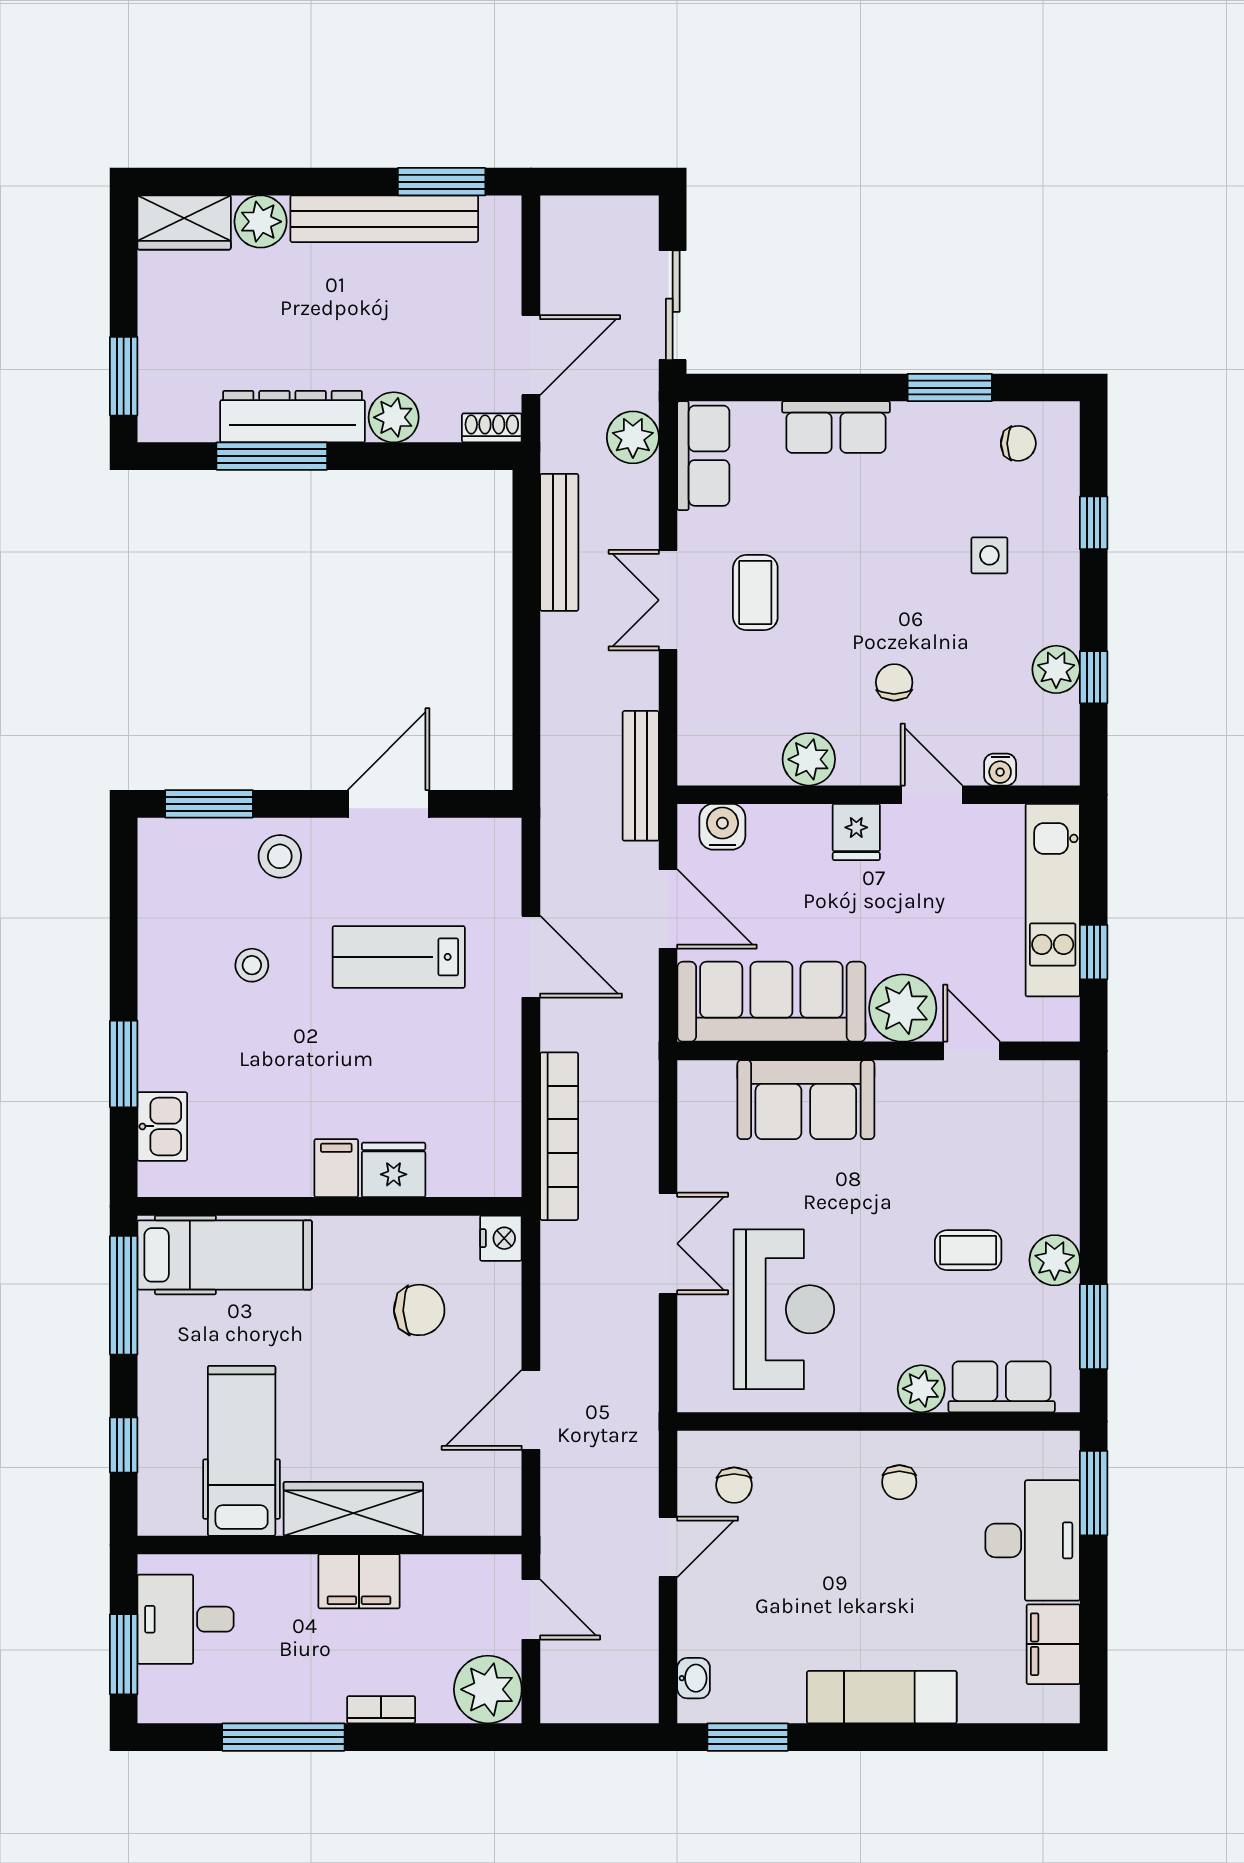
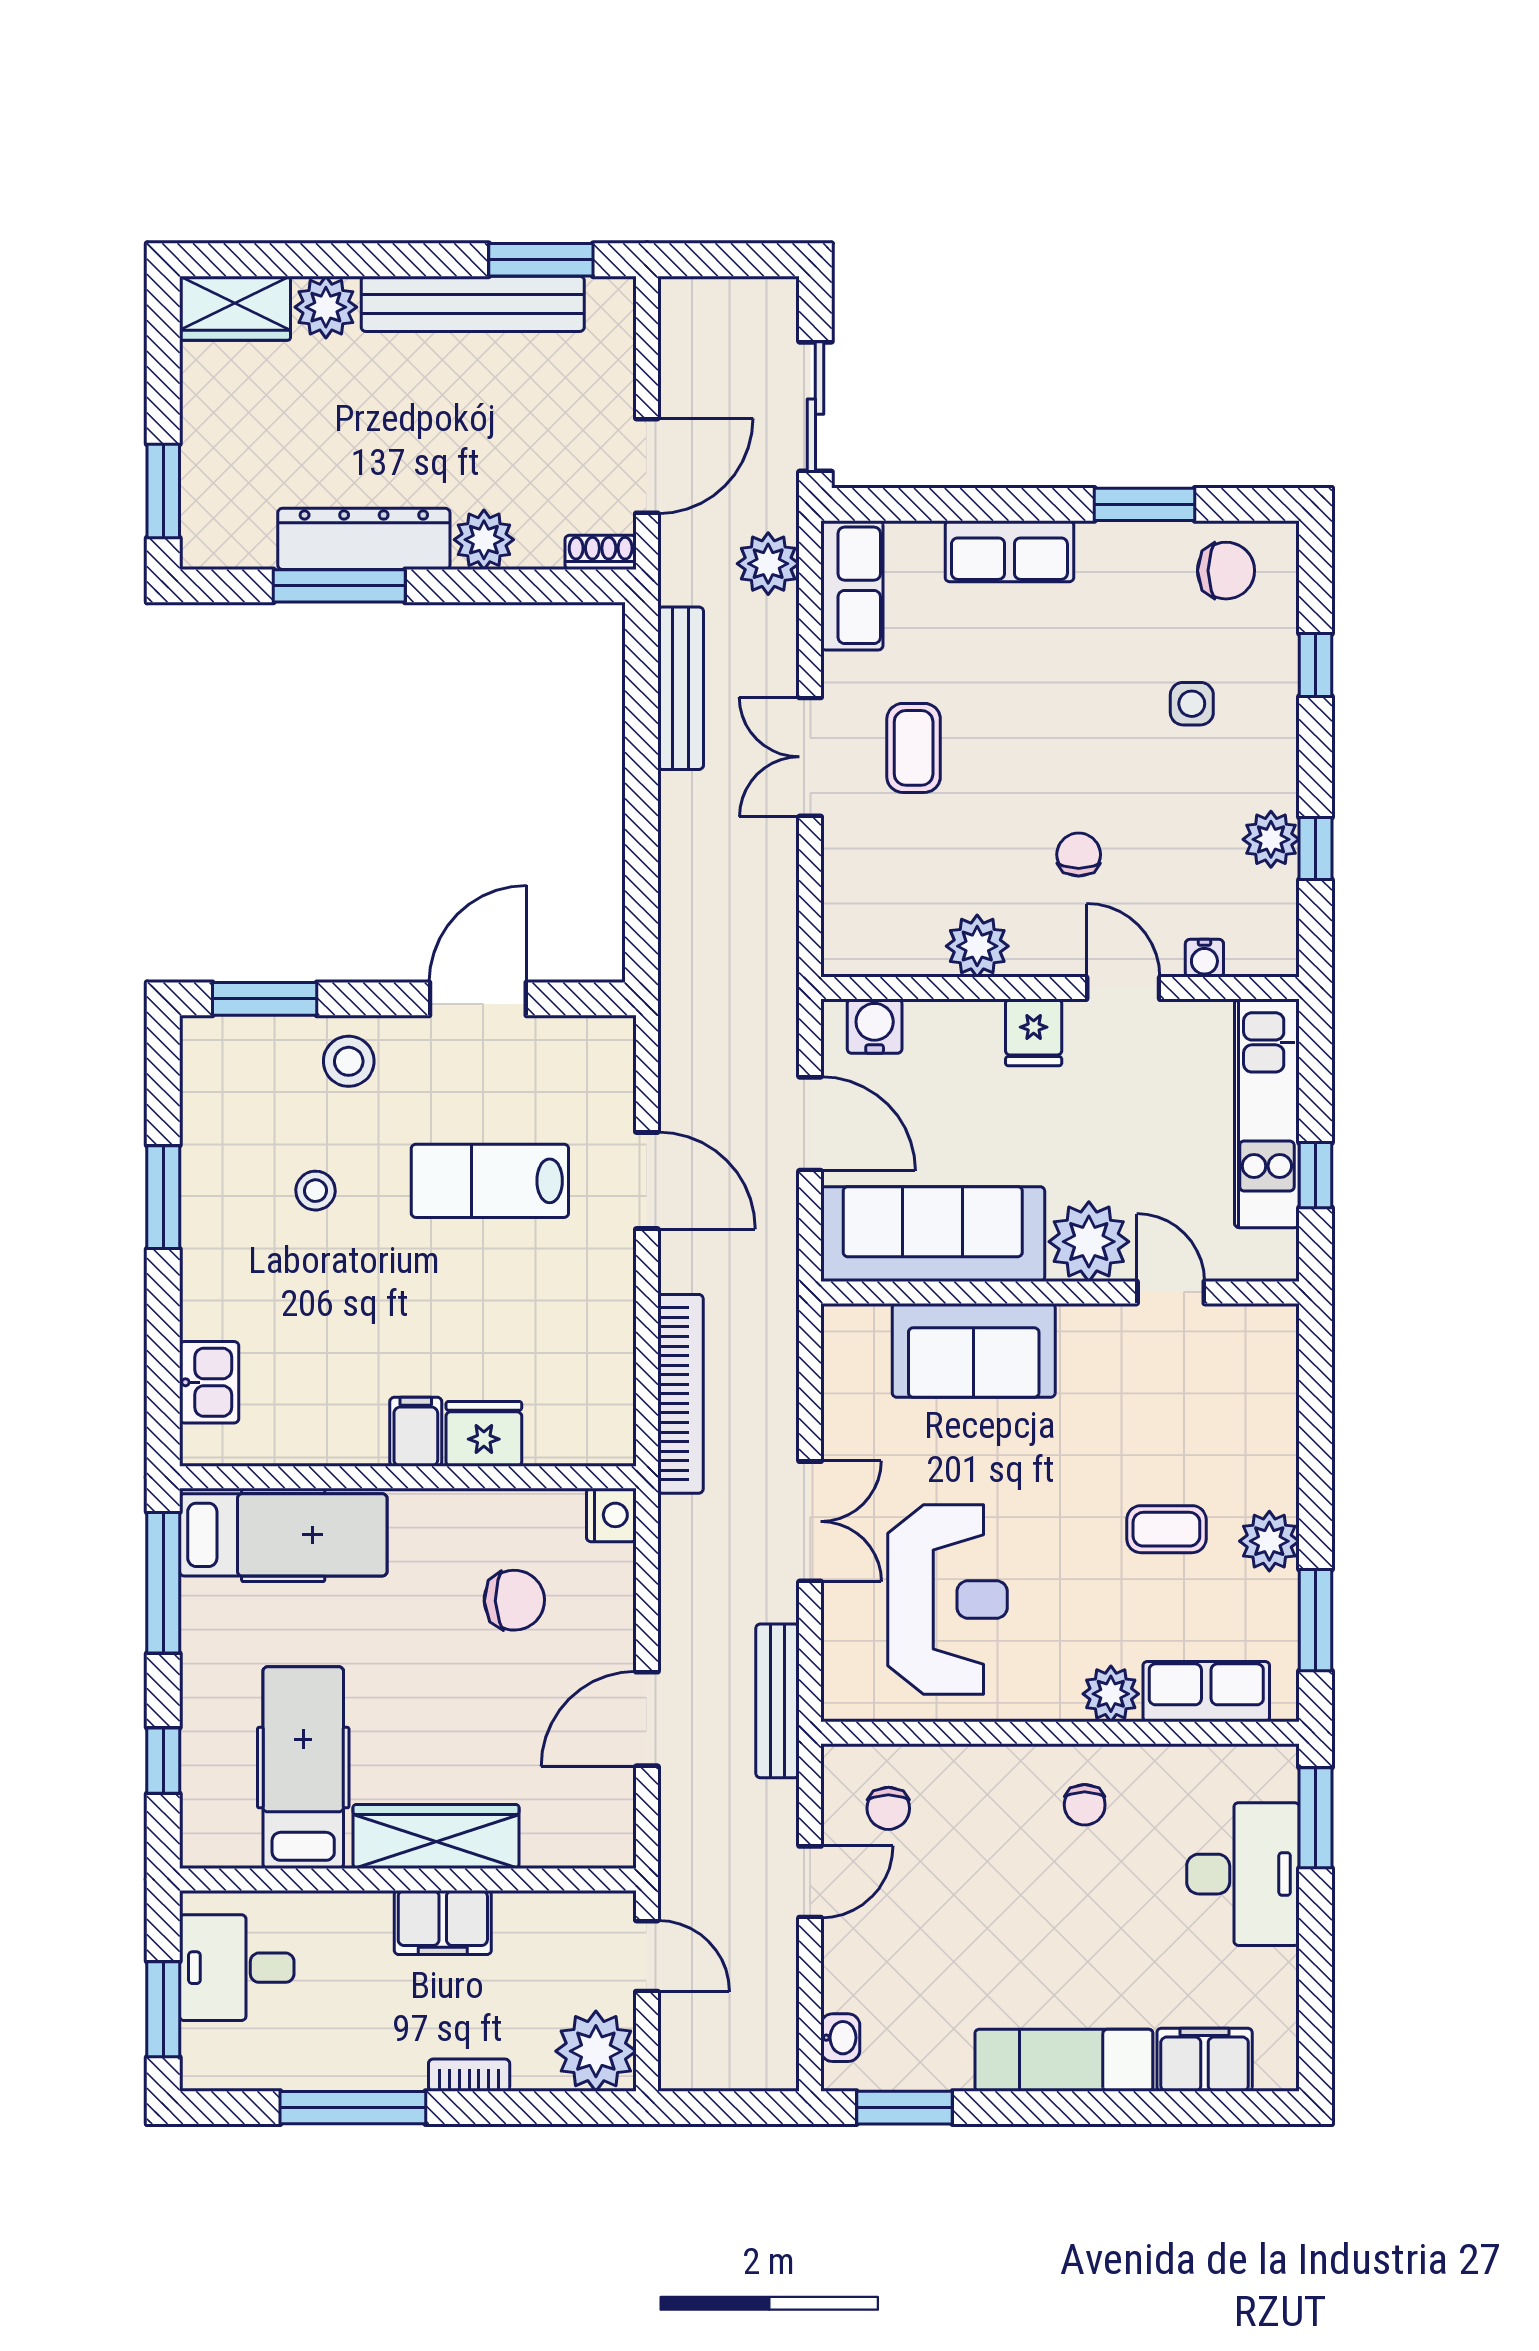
chair: (1018, 443) -> (1226, 571), width x1.37, depth x1.37
bench: (641, 776) -> (778, 1701), moved
window: (124, 1064) -> (163, 1197), moved
filing cabinet: (1053, 1644) -> (1205, 2060), moved, turned 90

